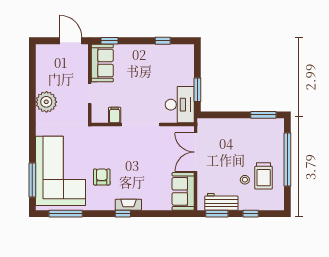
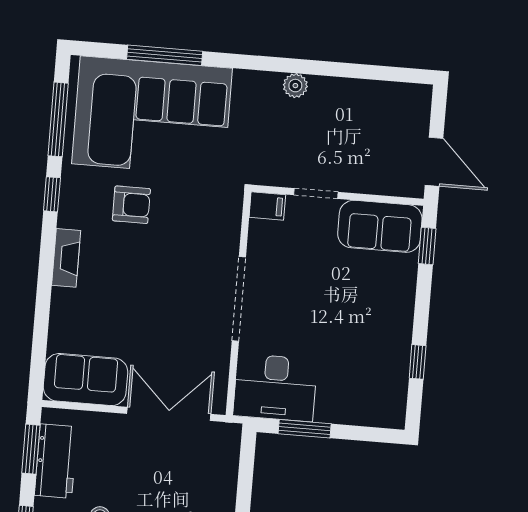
door: (71, 41) -> (434, 162), hinge flipped
plant: (46, 102) -> (295, 86), width x0.53, depth x0.53
filing cabinet: (115, 115) -> (267, 206), moved
window: (32, 180) -> (165, 55), moved
window: (123, 214) -> (52, 194), moved

